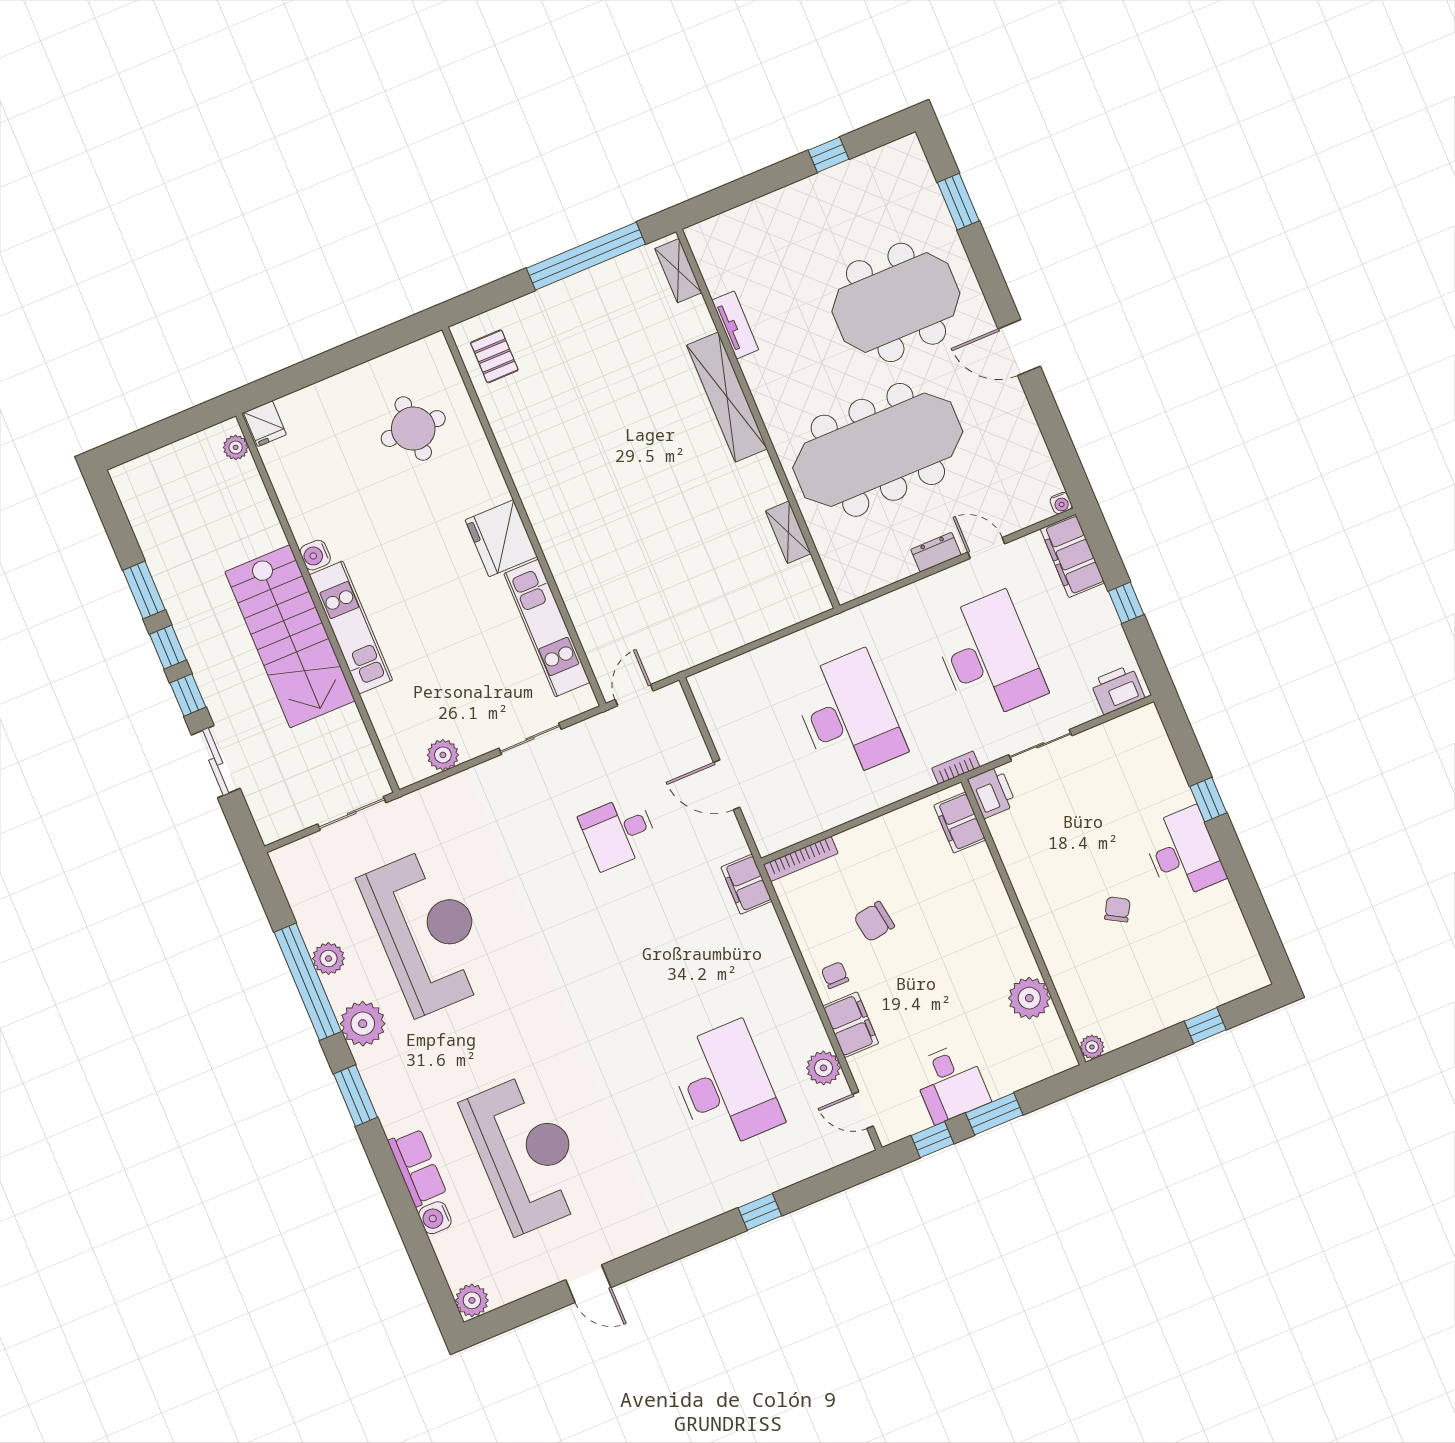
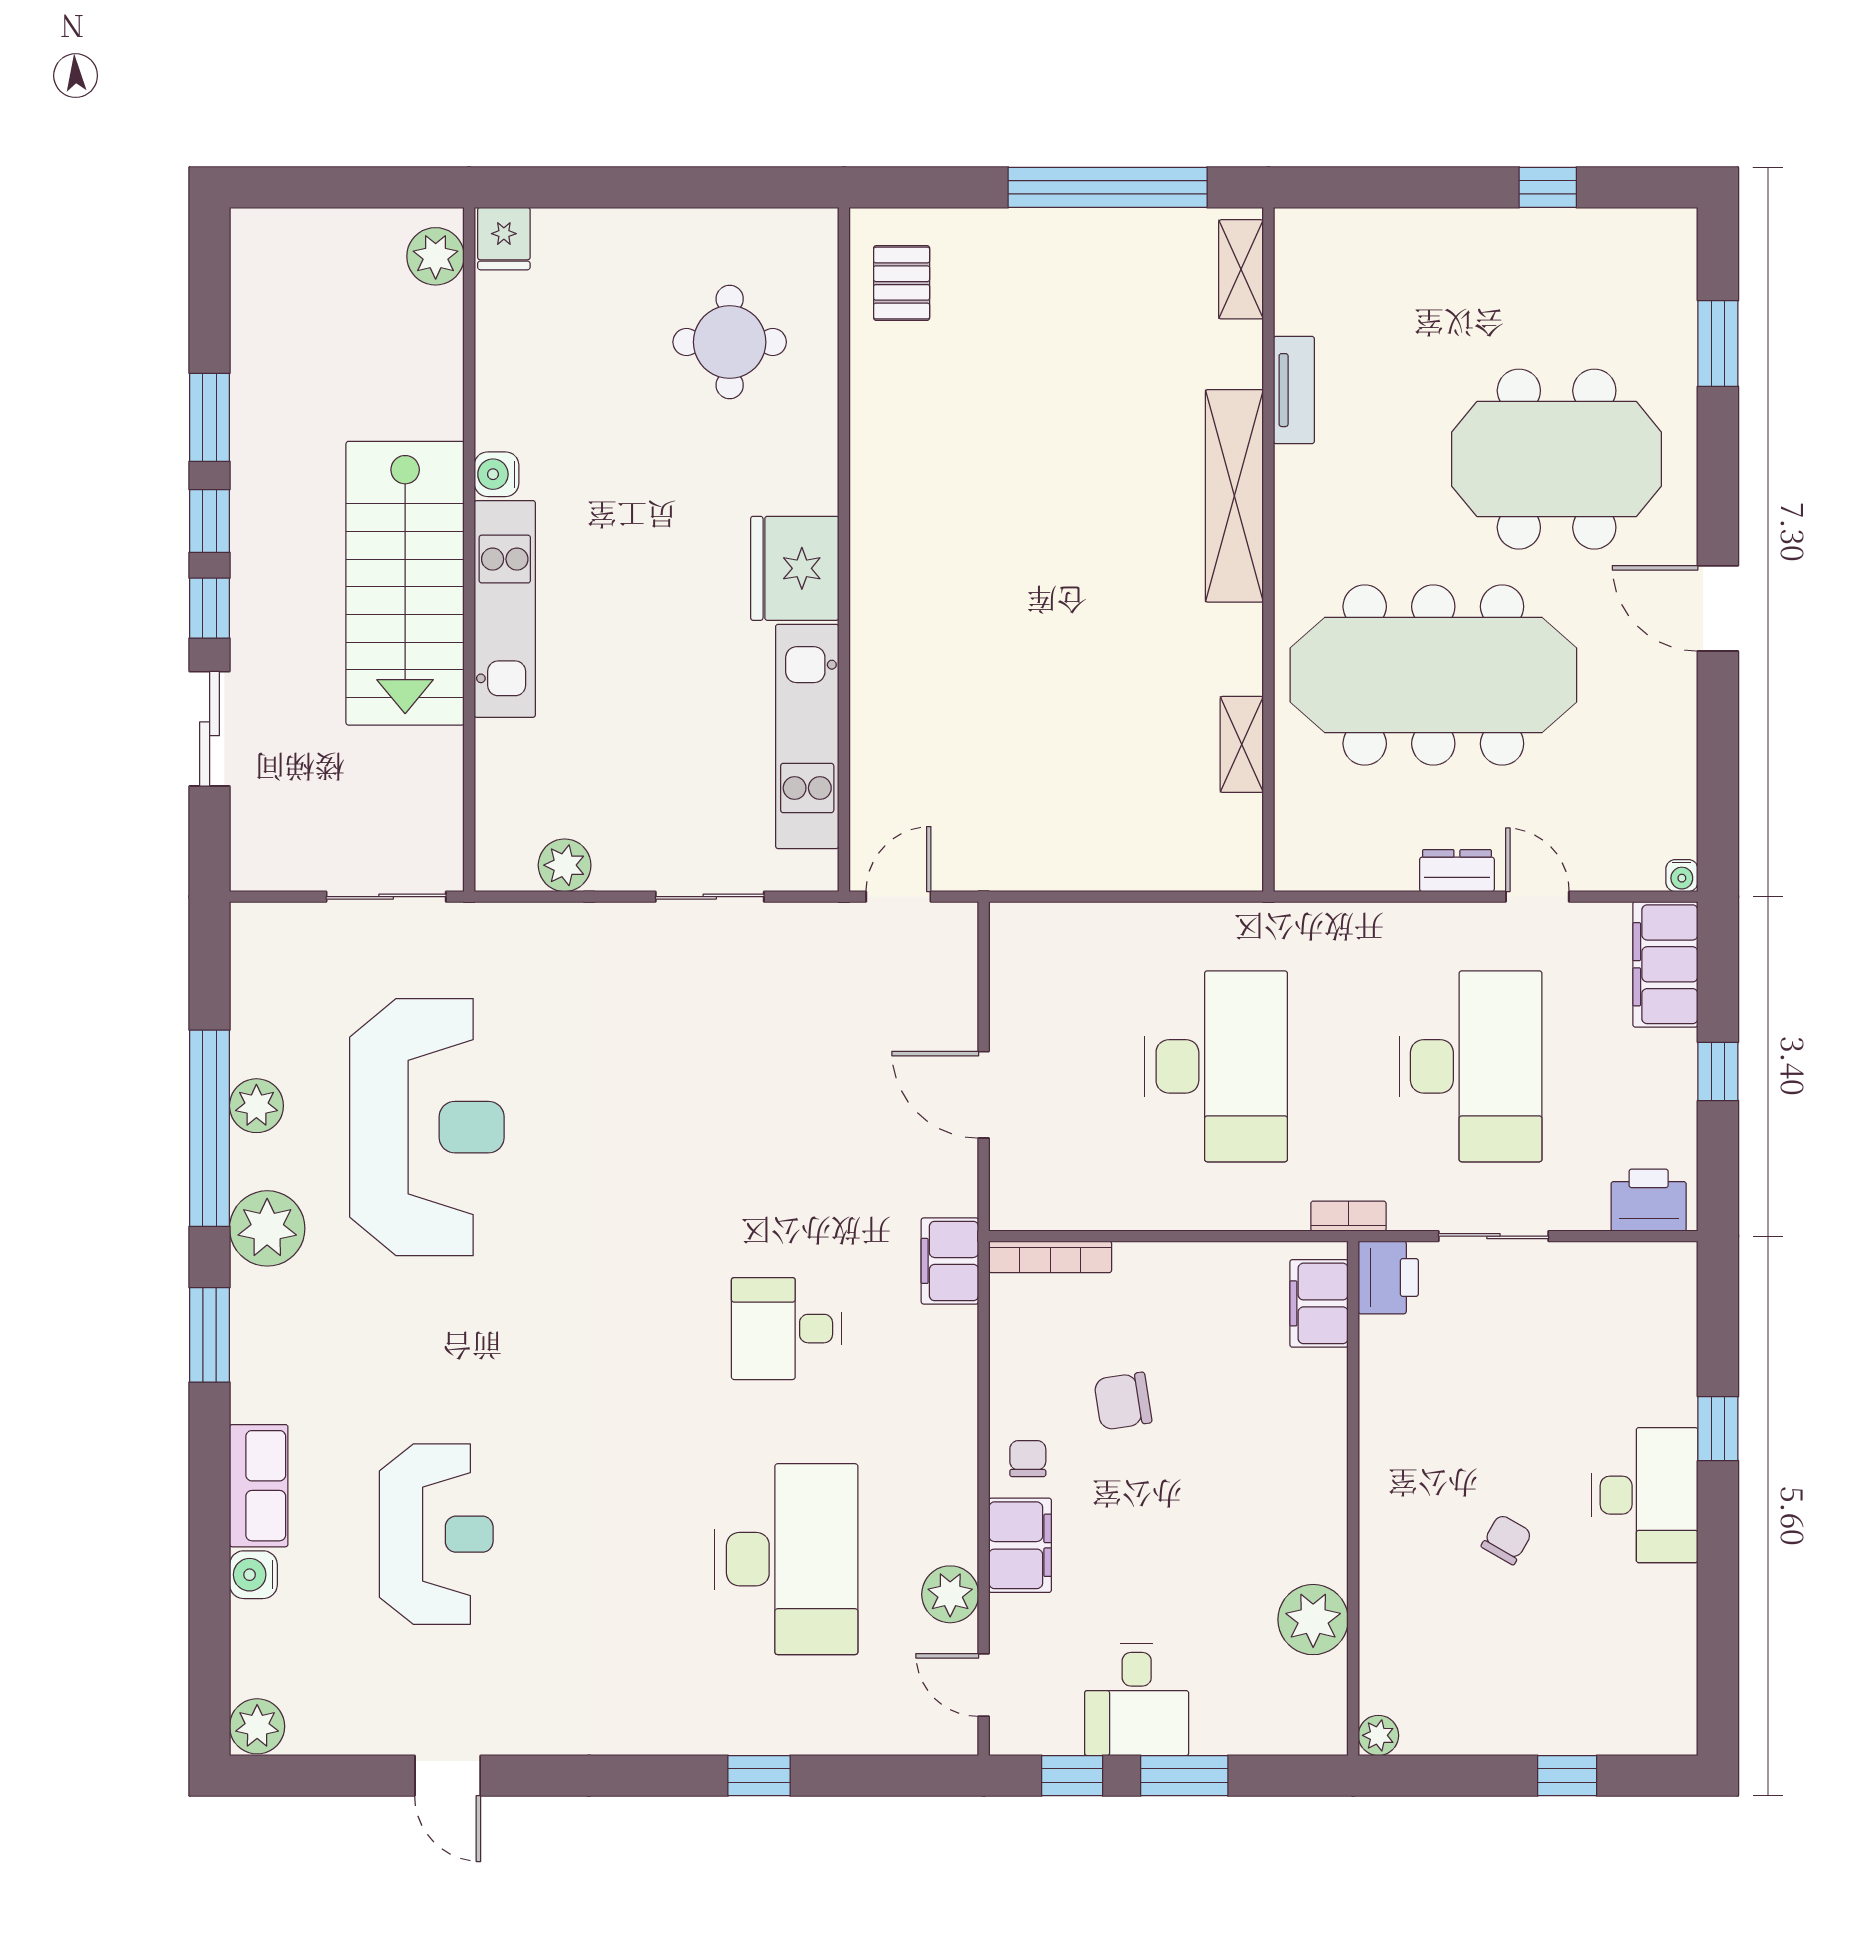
plant: (236, 447) -> (436, 256), width x1.38, depth x1.38
desk: (619, 832) -> (786, 1329), moved
reception desk: (526, 1153) -> (436, 1534), width x0.74, depth x0.77

